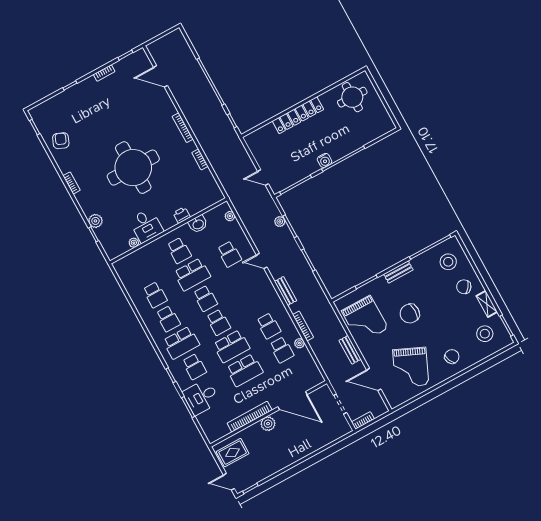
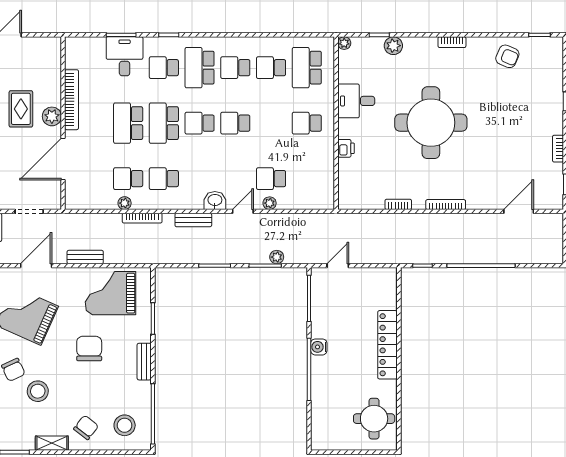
plant: (230, 216) -> (270, 203), moved
washbasin: (198, 224) -> (215, 200), moved, turned 90
plant: (134, 243) -> (344, 43), moved
school desk: (192, 274) -> (307, 68), moved
stool: (485, 334) -> (38, 391), moved
rug: (233, 453) -> (21, 109), moved

